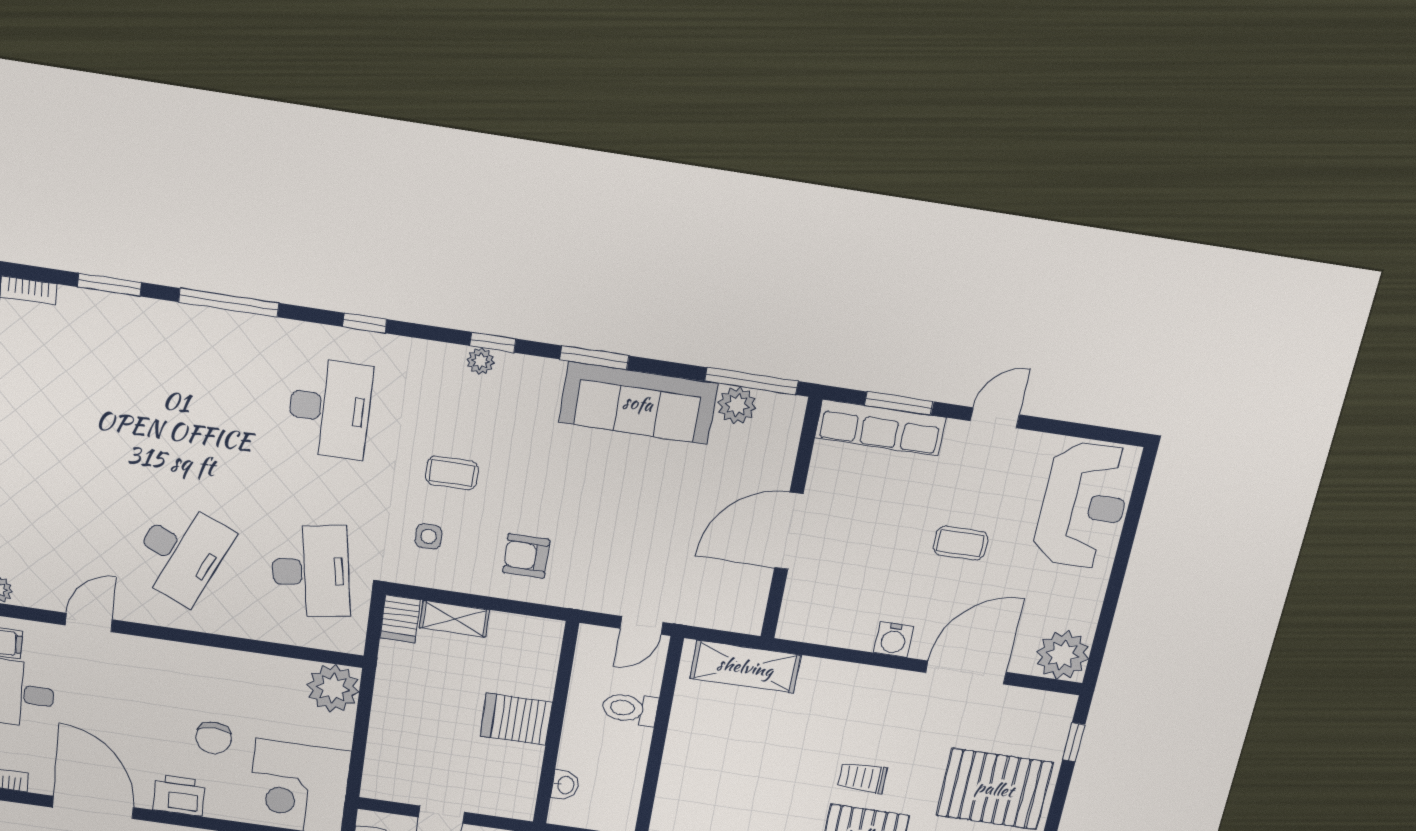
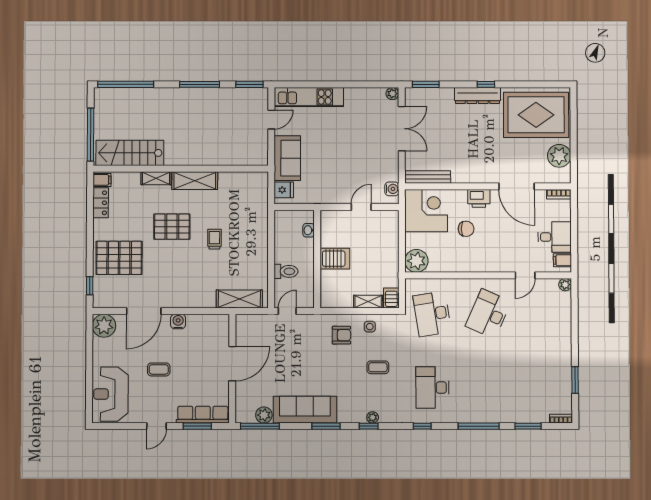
side table: (429, 536) -> (370, 327), moved
chair: (214, 738) -> (466, 229), turned 90
trolley: (862, 778) -> (214, 239), moved, turned -90

